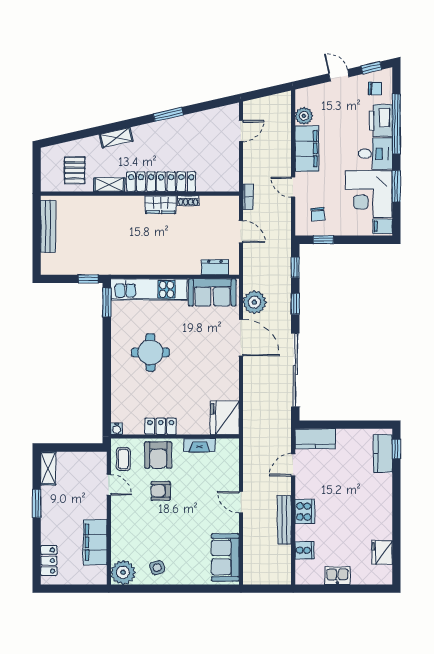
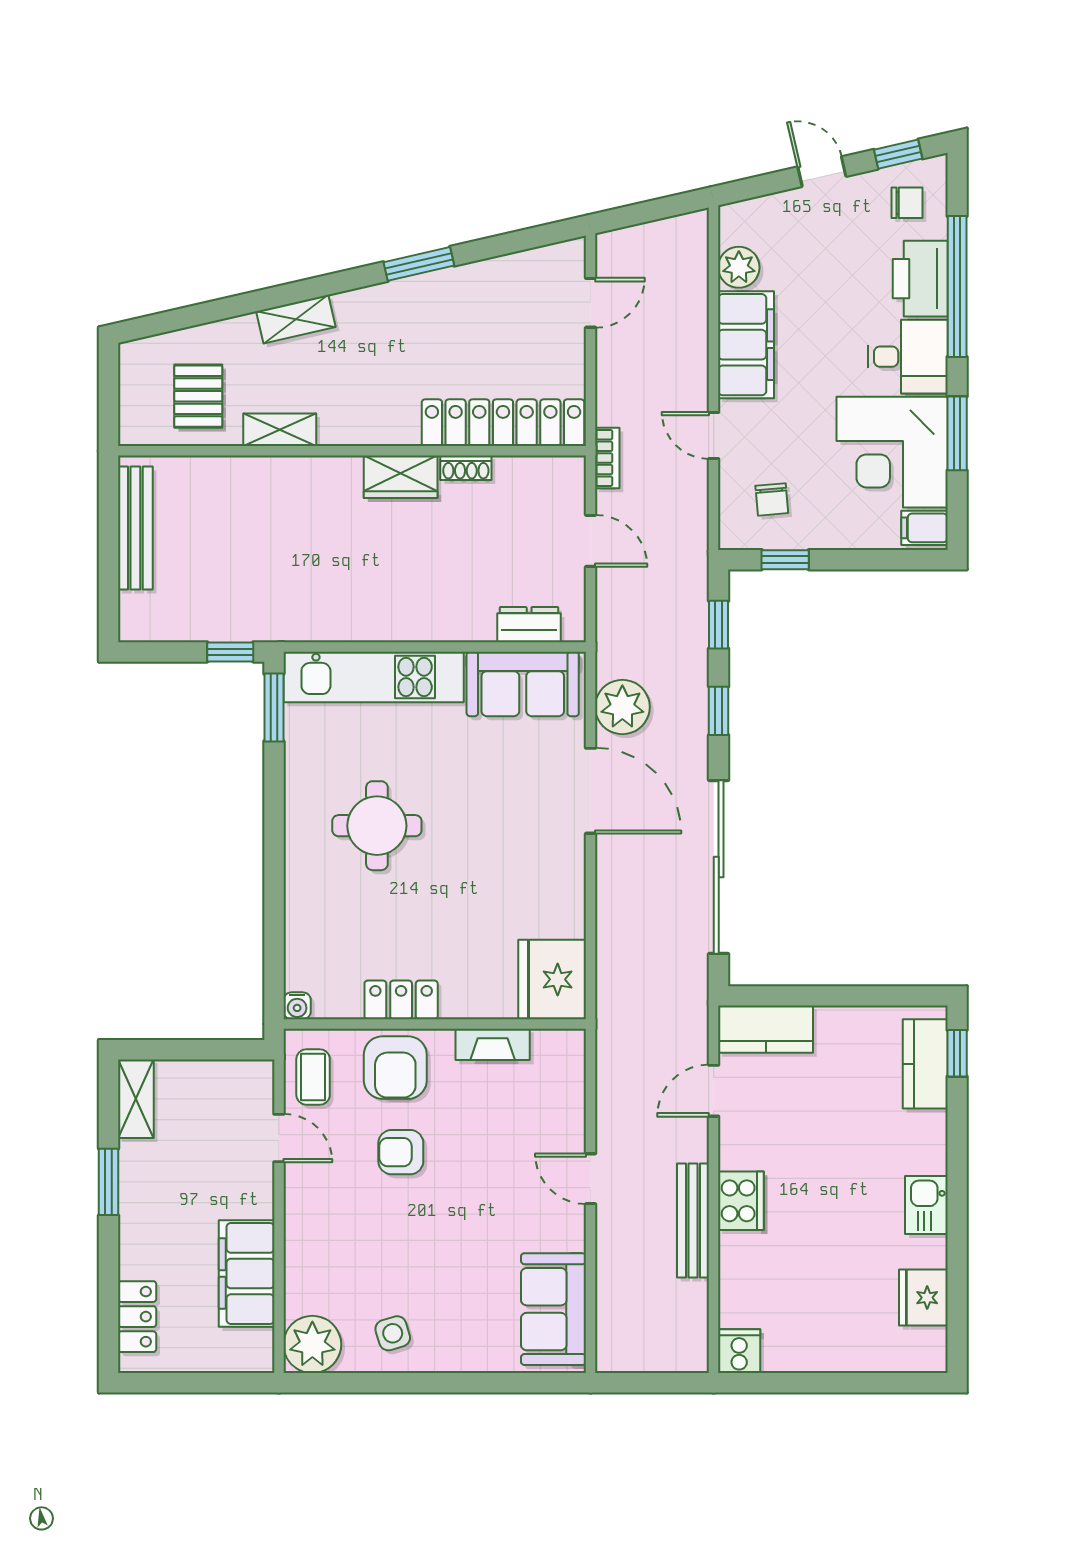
locker: (161, 182) -> (503, 423), moved
cooker: (304, 550) -> (739, 1351), moved, turned -90
kitchen sink: (337, 576) -> (926, 1205), moved, turned -90

